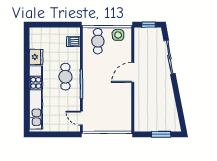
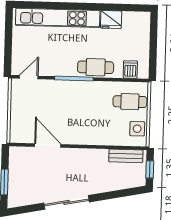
bench: (139, 43) -> (126, 156), added
sliding door: (170, 57) -> (66, 202), moved
door: (133, 72) -> (48, 146), moved
cafe table: (65, 77) -> (96, 67), moved

